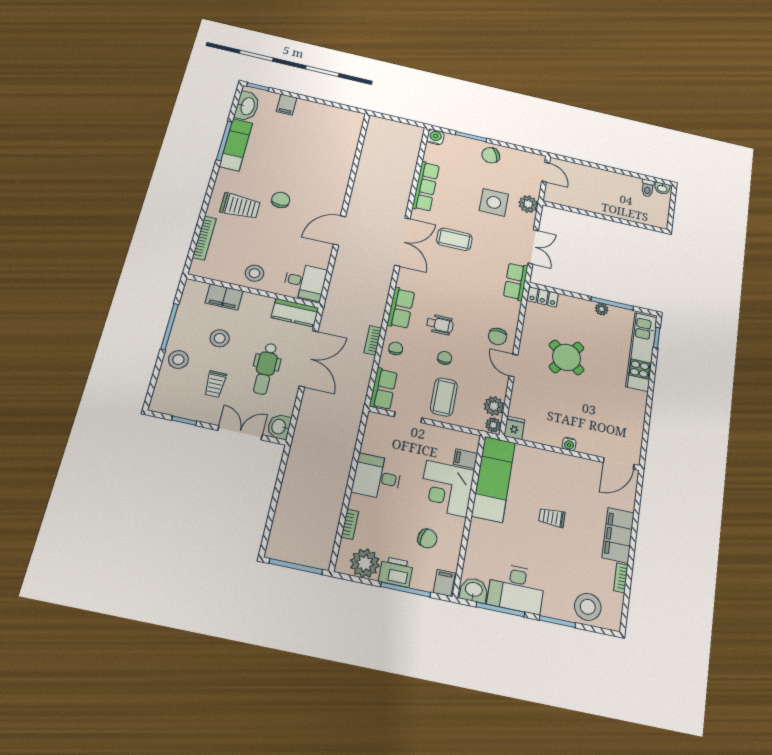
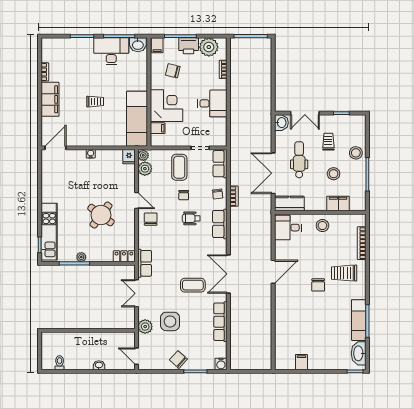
filing cabinet: (287, 105) -> (301, 362), moved
chair: (491, 155) -> (178, 360), turned -113
washbasin: (662, 188) -> (99, 365), moved
stool: (588, 607) -> (64, 49), removed

